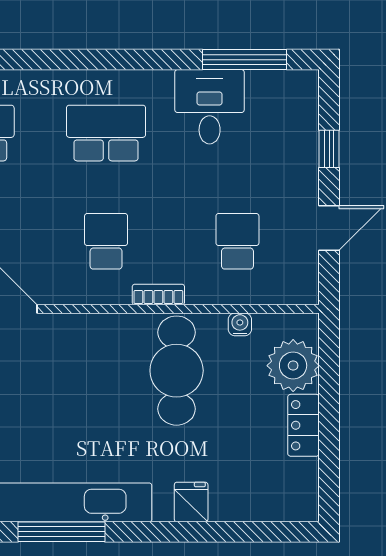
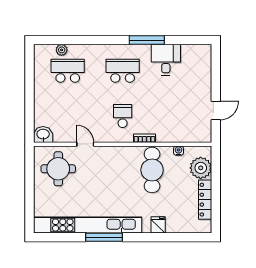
window: (244, 60) -> (147, 40), moved
window: (329, 149) -> (216, 77), removed
school desk: (237, 241) -> (177, 116), removed
locker: (303, 425) -> (205, 200), width x1.53

